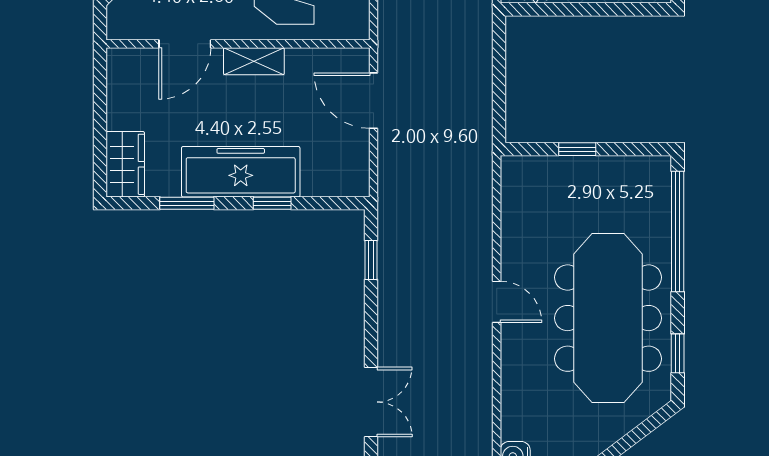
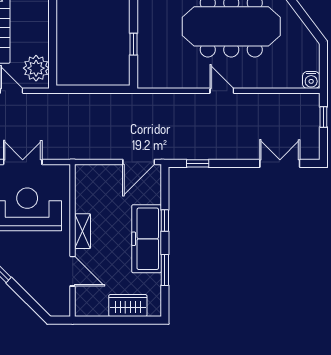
door: (373, 101) -> (139, 162), moved
wardrobe: (125, 164) -> (128, 306), moved
door: (497, 302) -> (222, 91), hinge flipped

